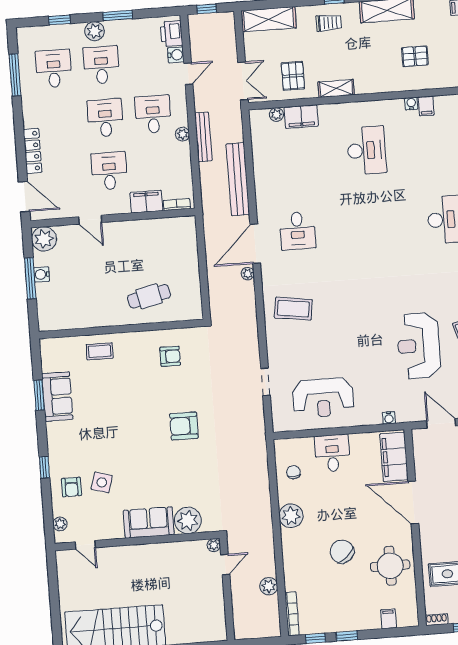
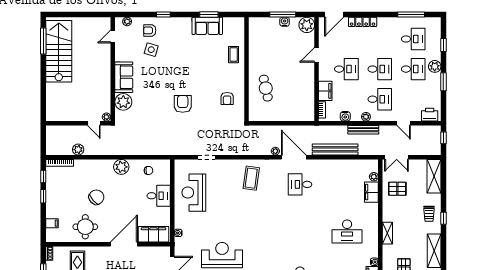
water cooler: (176, 55) -> (345, 116), moved
shelving: (336, 88) -> (387, 233), moved

